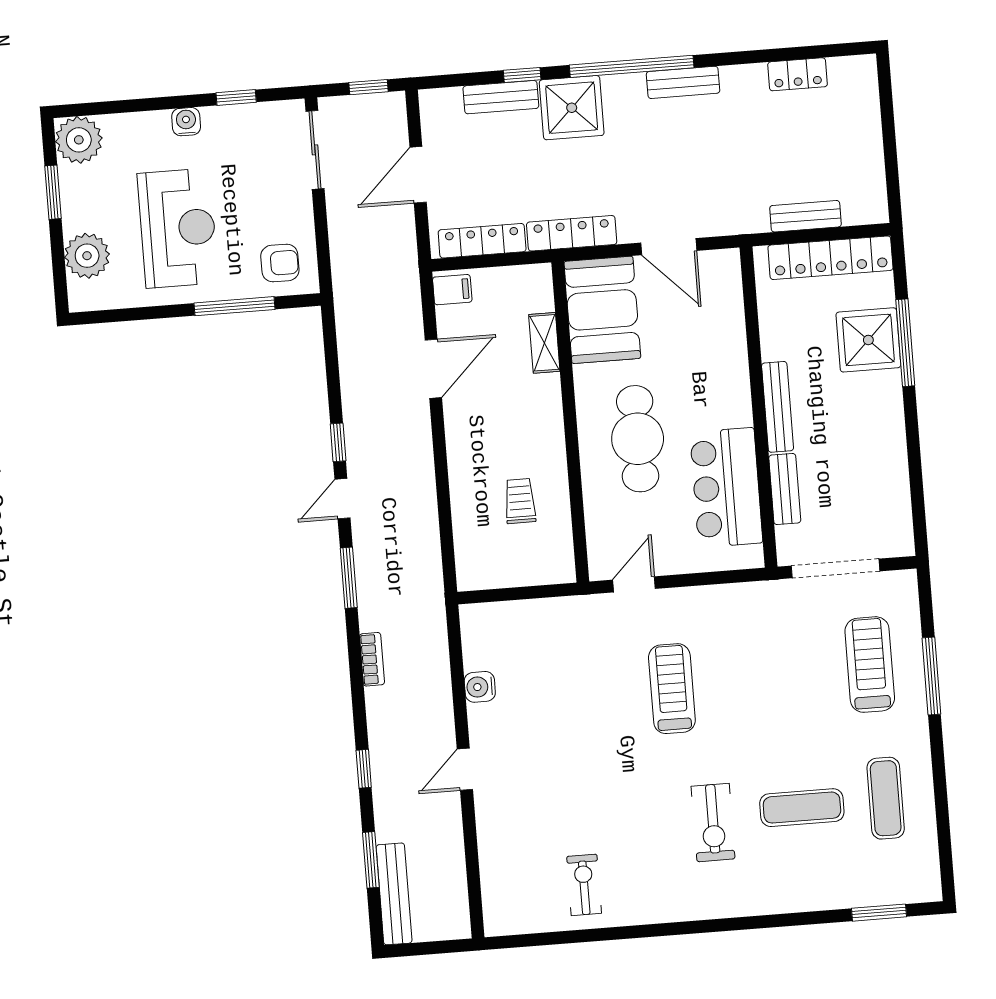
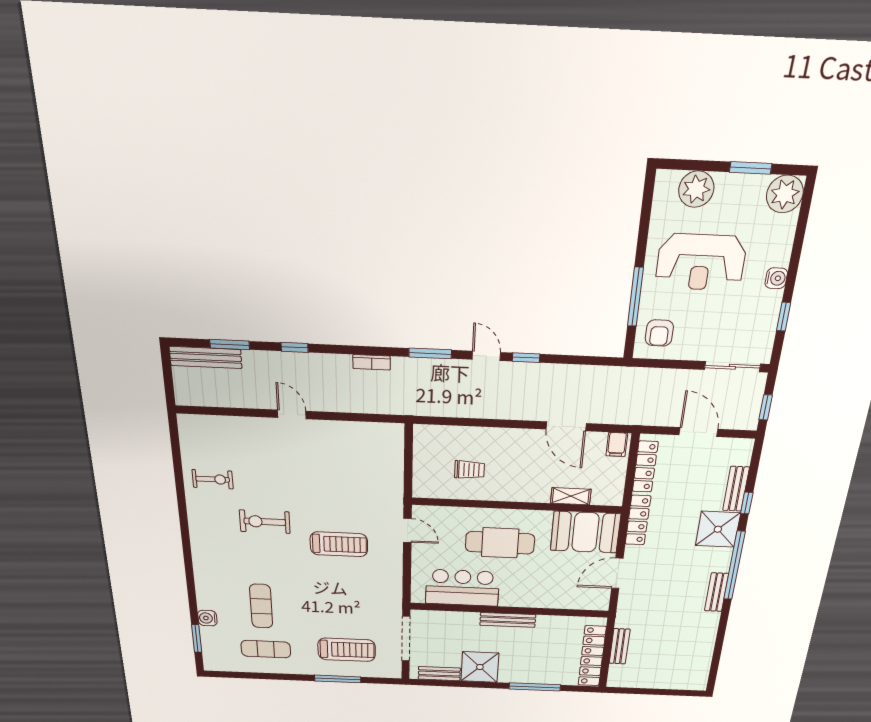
locker: (798, 74) -> (705, 651), removed
shower: (868, 340) -> (480, 667), moved
bench: (785, 489) -> (439, 674), moved
water cooler: (480, 687) -> (207, 618), moved, turned -90
exercise bike: (713, 823) -> (265, 522), moved

